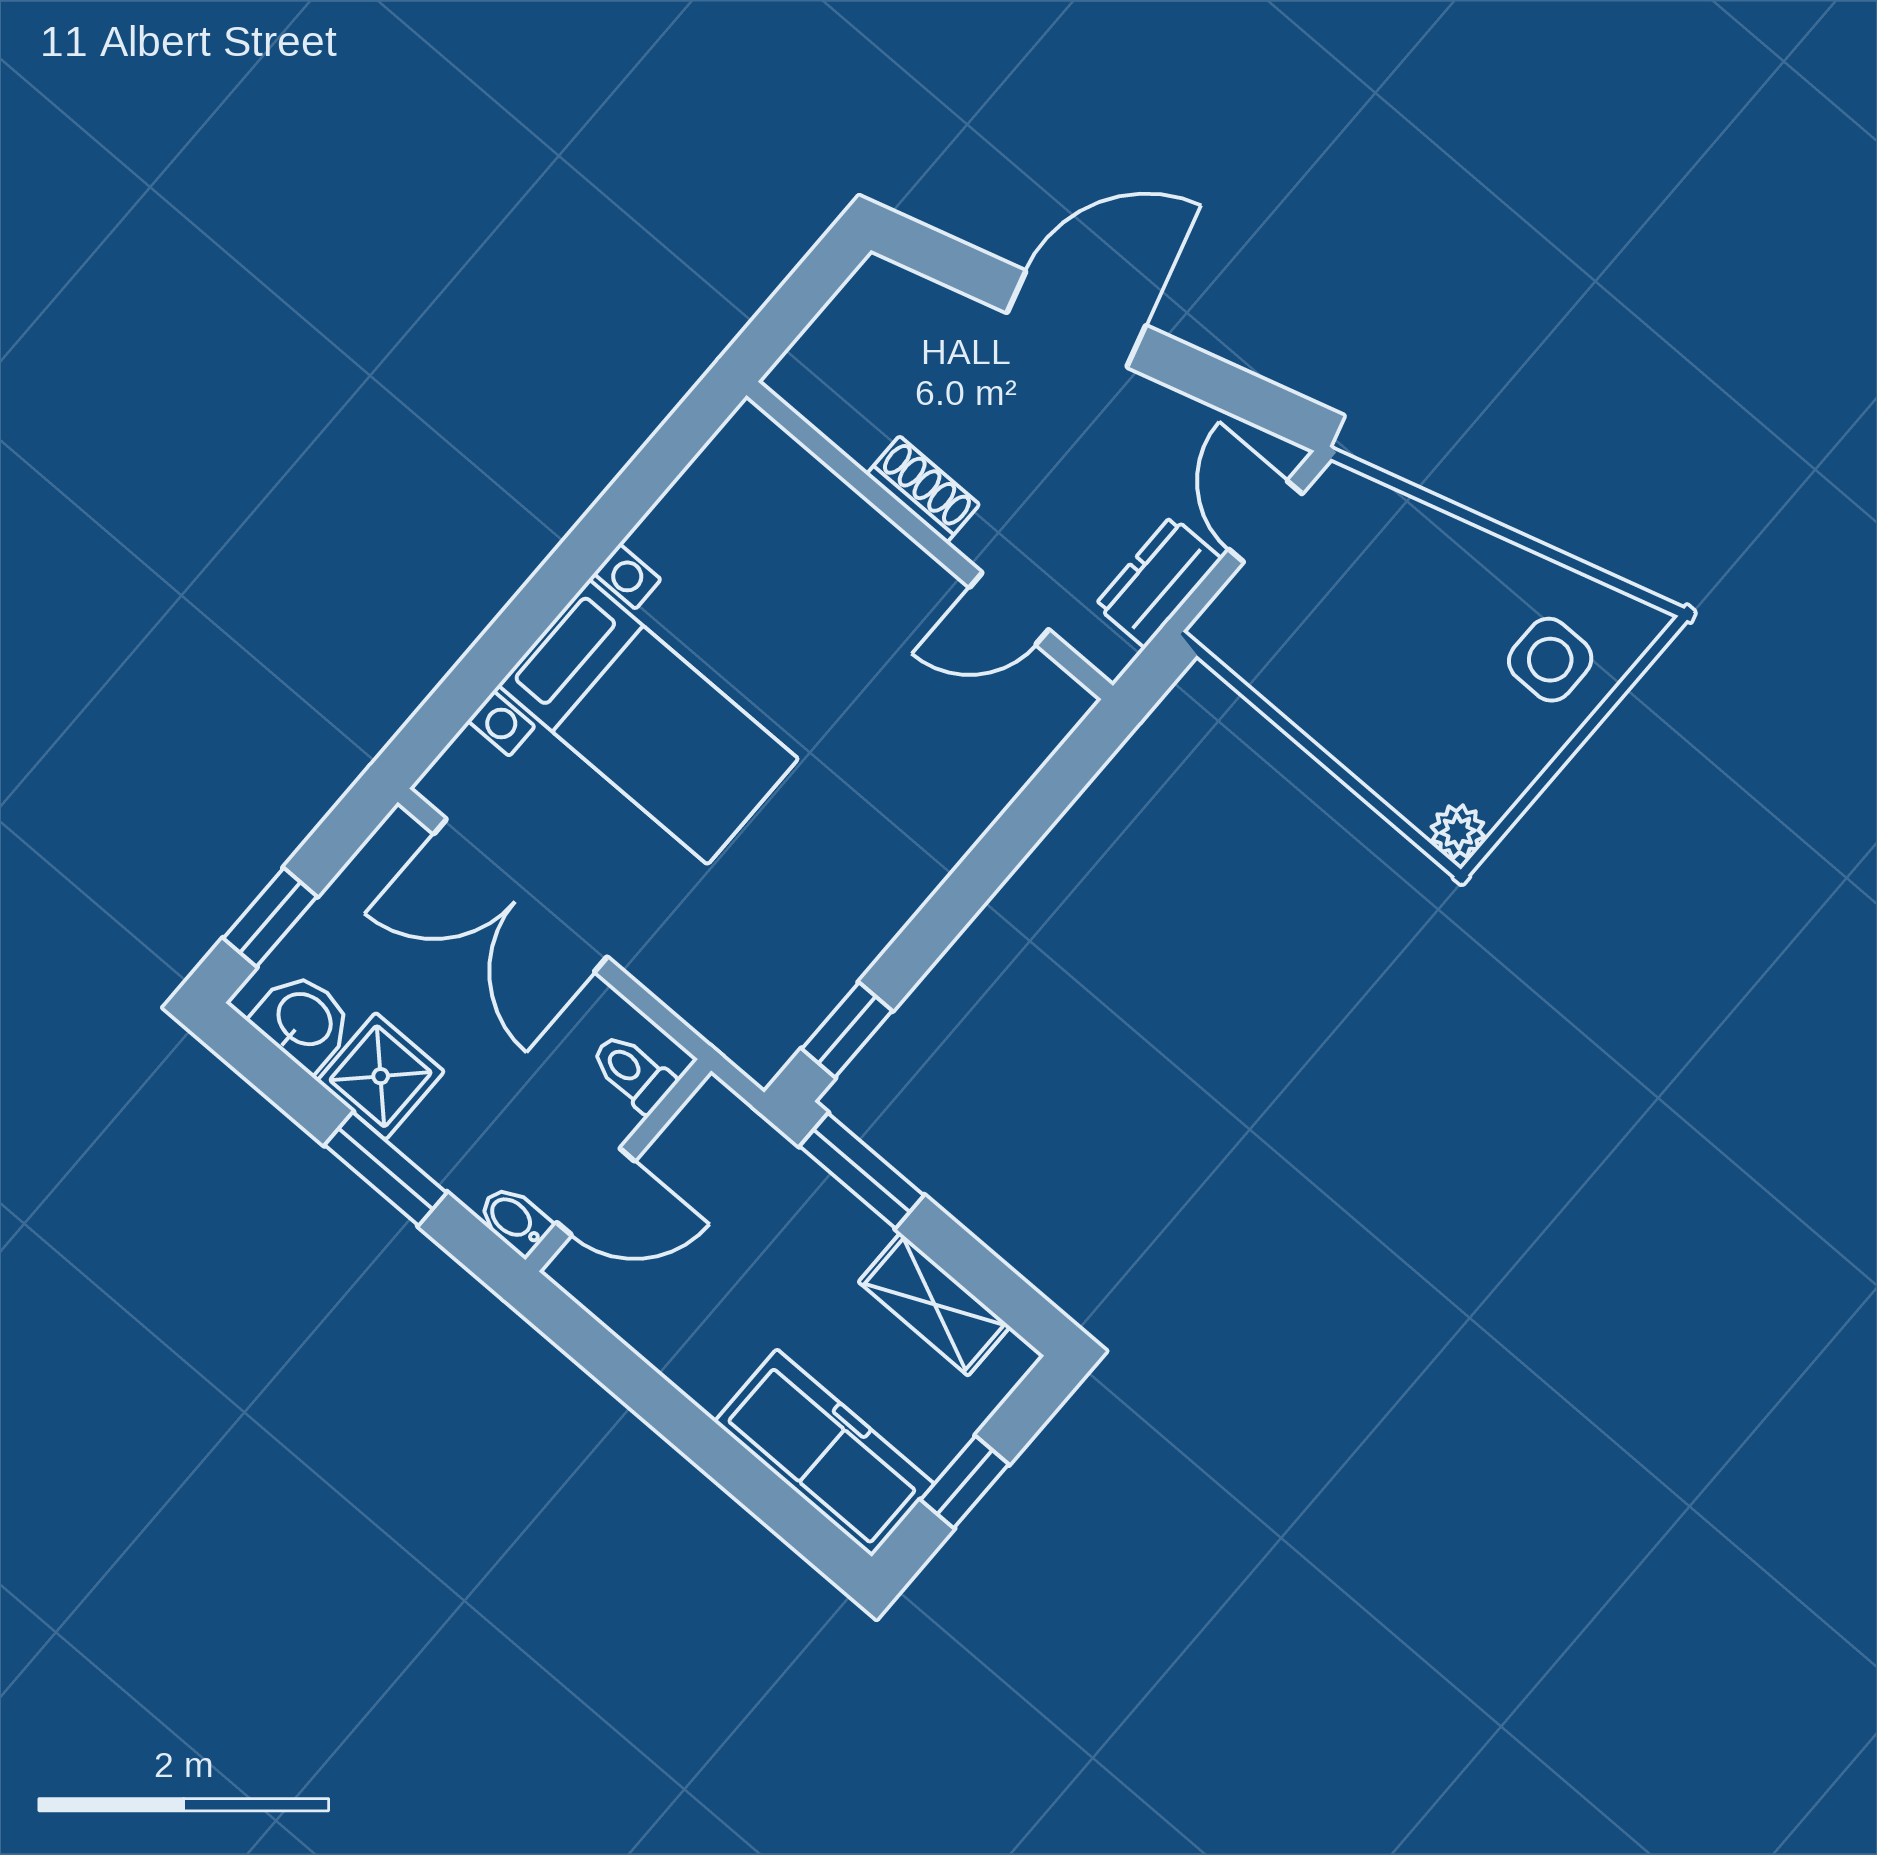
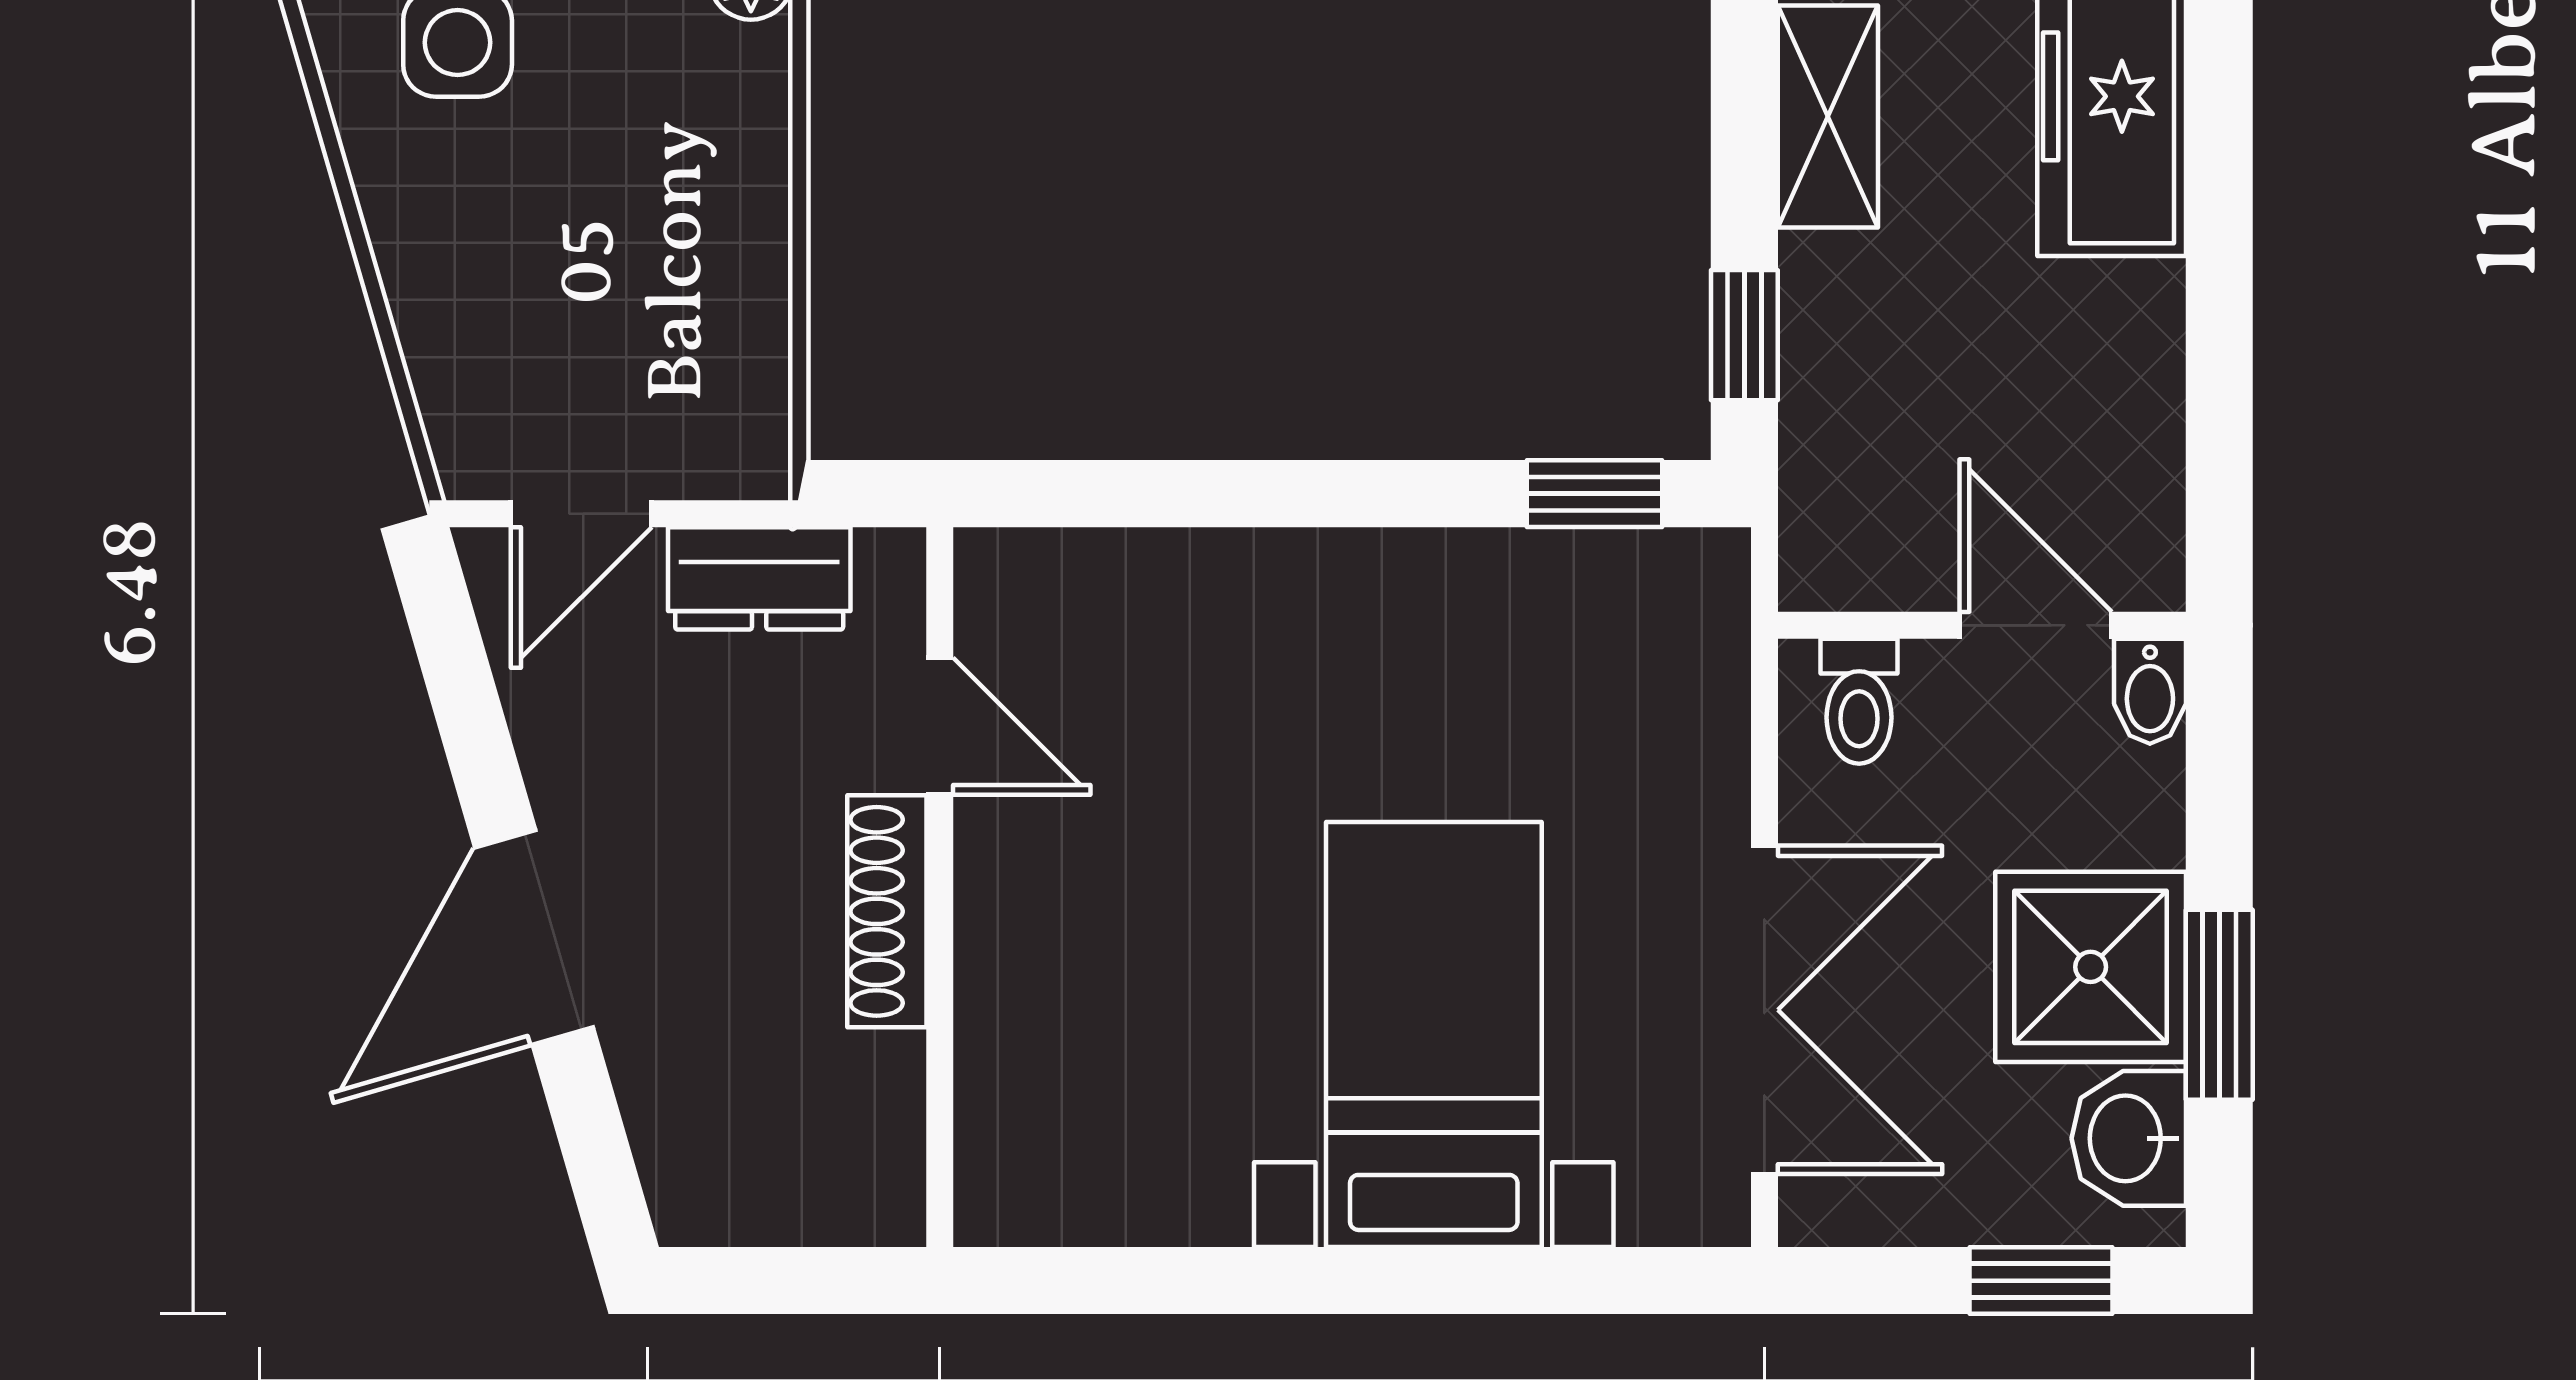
door: (1076, 319) -> (534, 938), hinge flipped
shoe rack: (923, 489) -> (887, 911), width x1.43
shower: (381, 1076) -> (2091, 967), width x1.36, depth x1.36
window: (386, 1169) -> (2219, 1005), moved
window: (862, 1171) -> (1744, 335), width x0.67

